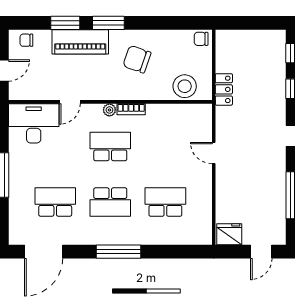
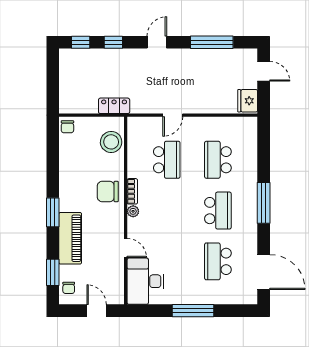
window: (65, 23) -> (53, 272), moved
chair: (137, 59) -> (108, 191), moved, turned 71
school desk: (110, 146) -> (167, 160), moved, turned 180

